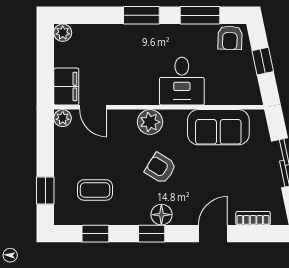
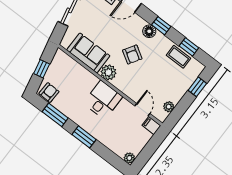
desk: (182, 81) -> (103, 100), moved
filing cabinet: (66, 87) -> (151, 126), width x0.50
plant: (63, 118) -> (169, 107), moved
plant: (150, 122) -> (109, 72), moved
coffee table: (95, 190) -> (179, 57), moved

